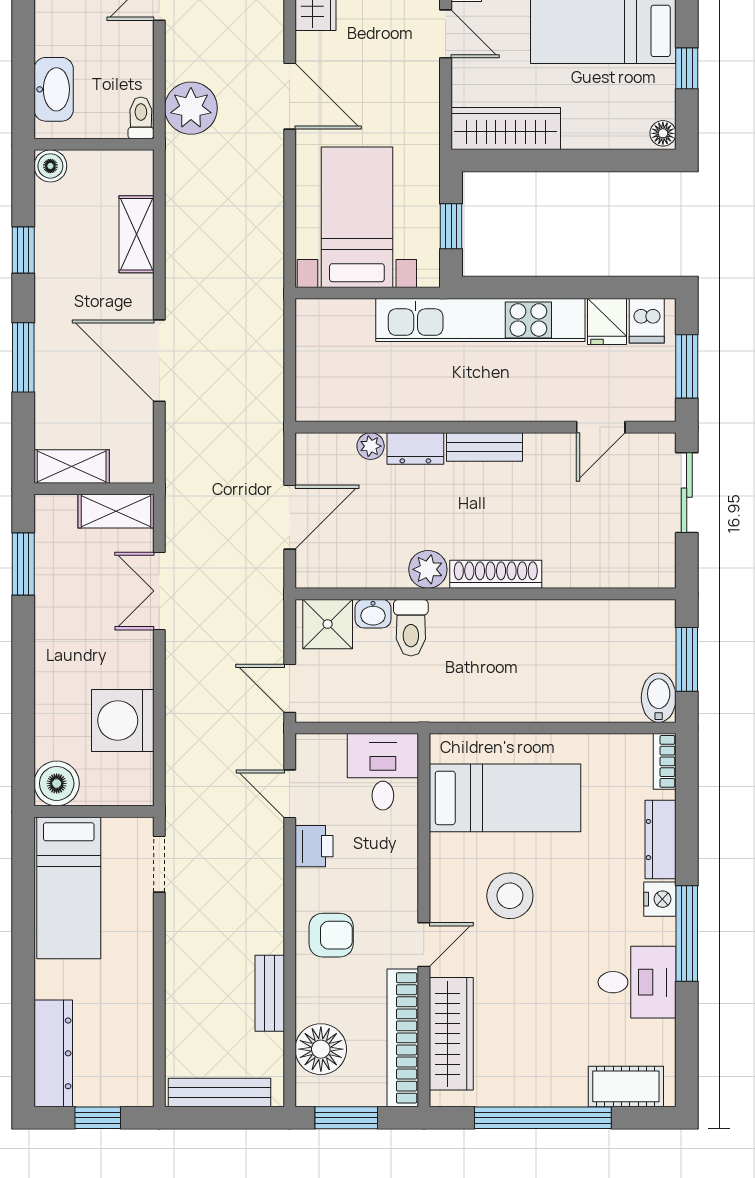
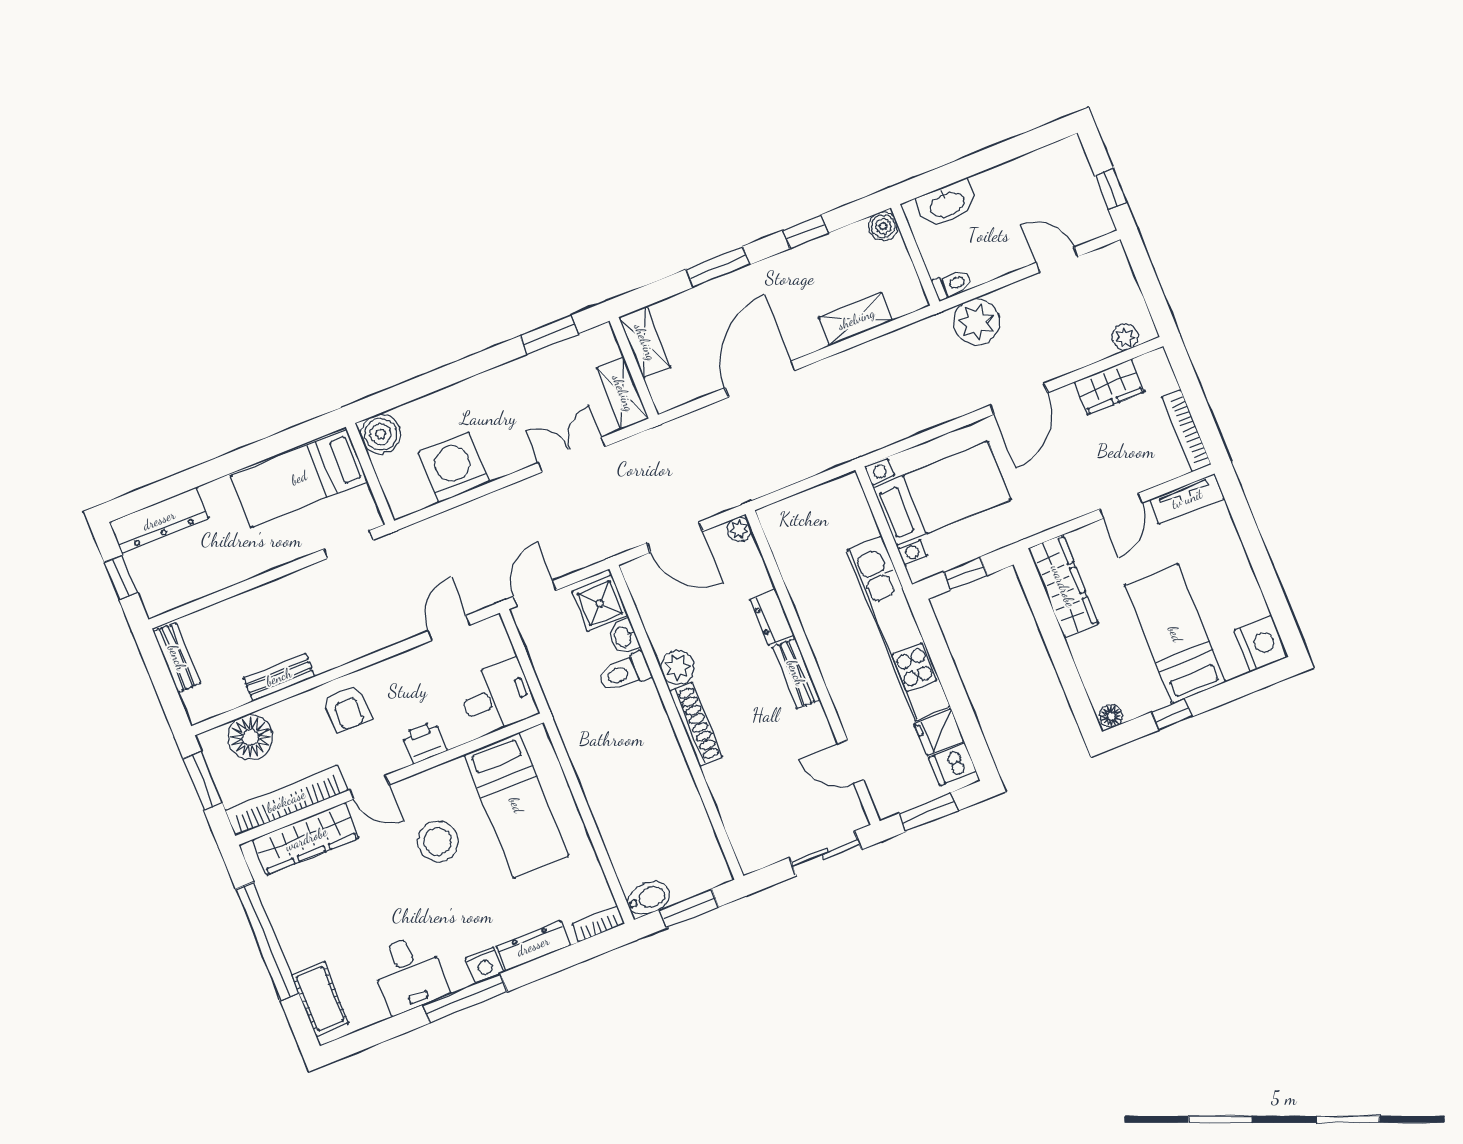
plant: (371, 446) -> (739, 529), moved
printer: (314, 846) -> (424, 742), moved, turned 180
bench: (219, 1093) -> (177, 658), width x0.73

